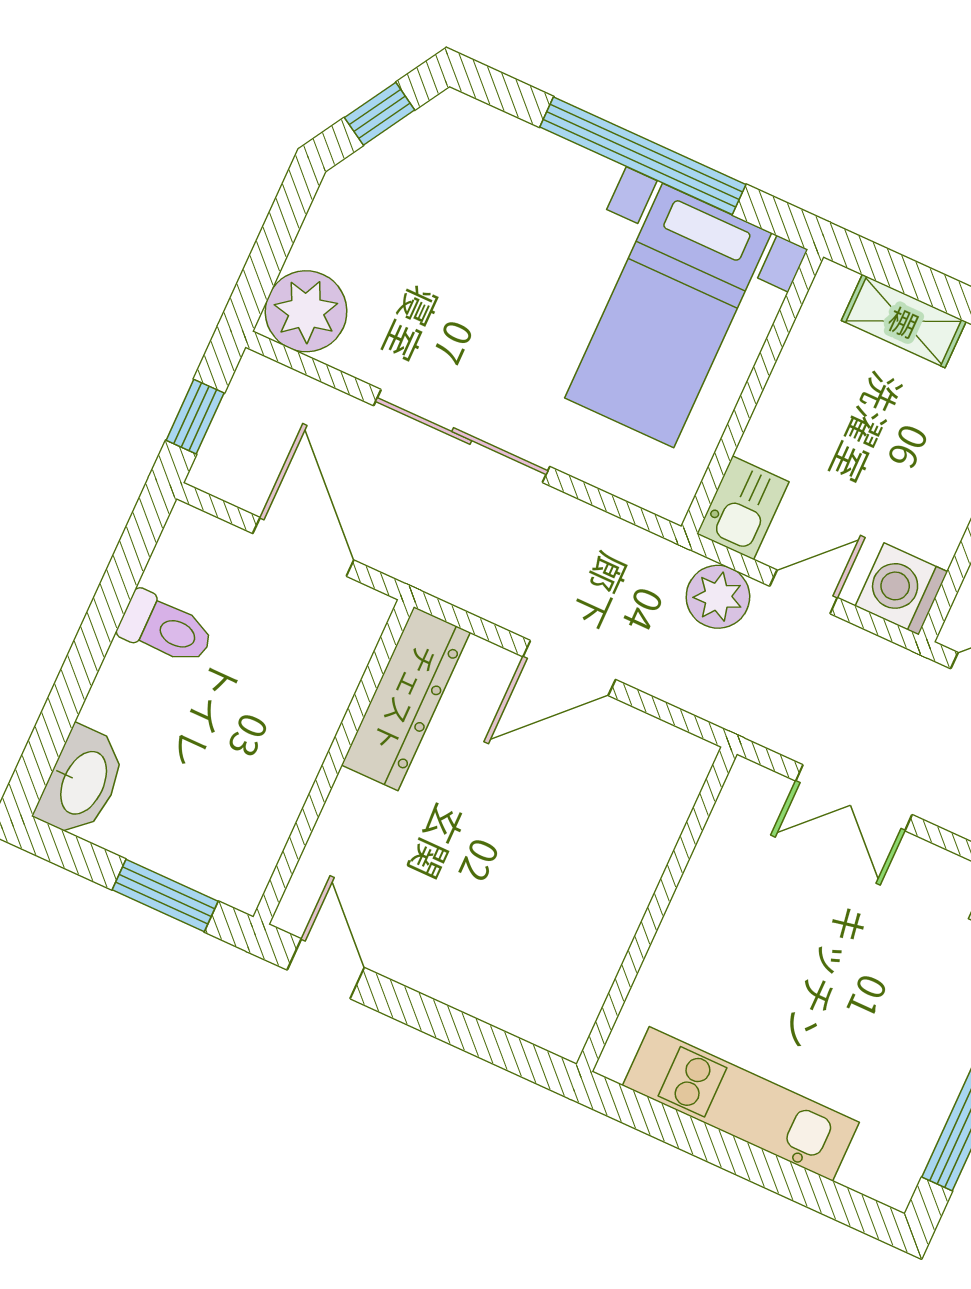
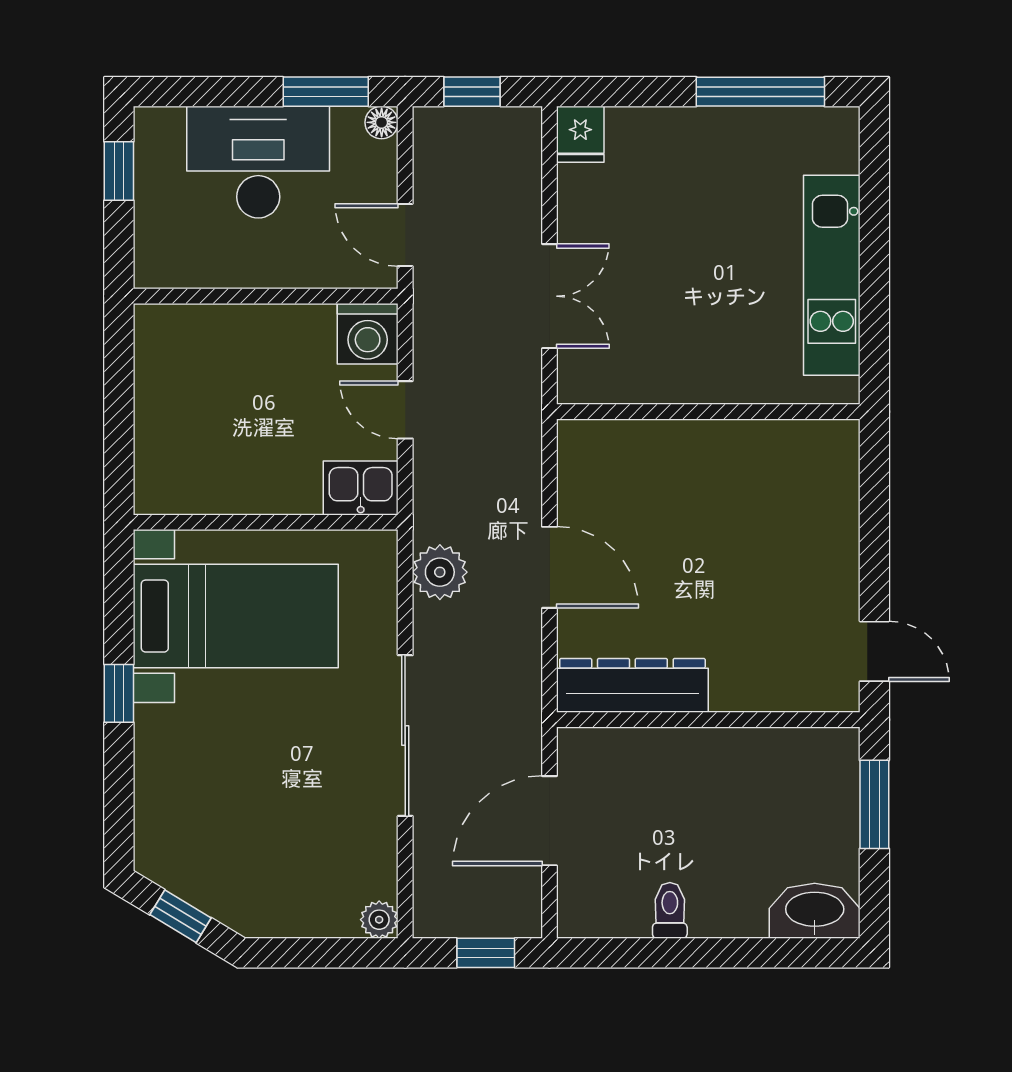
window: (643, 156) -> (119, 693), width x0.32
plant: (306, 311) -> (379, 920), width x0.53, depth x0.53
shelving: (904, 321) -> (155, 428), removed
plant: (718, 597) -> (440, 572), moved
toilet: (166, 629) -> (670, 910), width x0.73, depth x0.72
door: (326, 969) -> (874, 651), swing flipped

